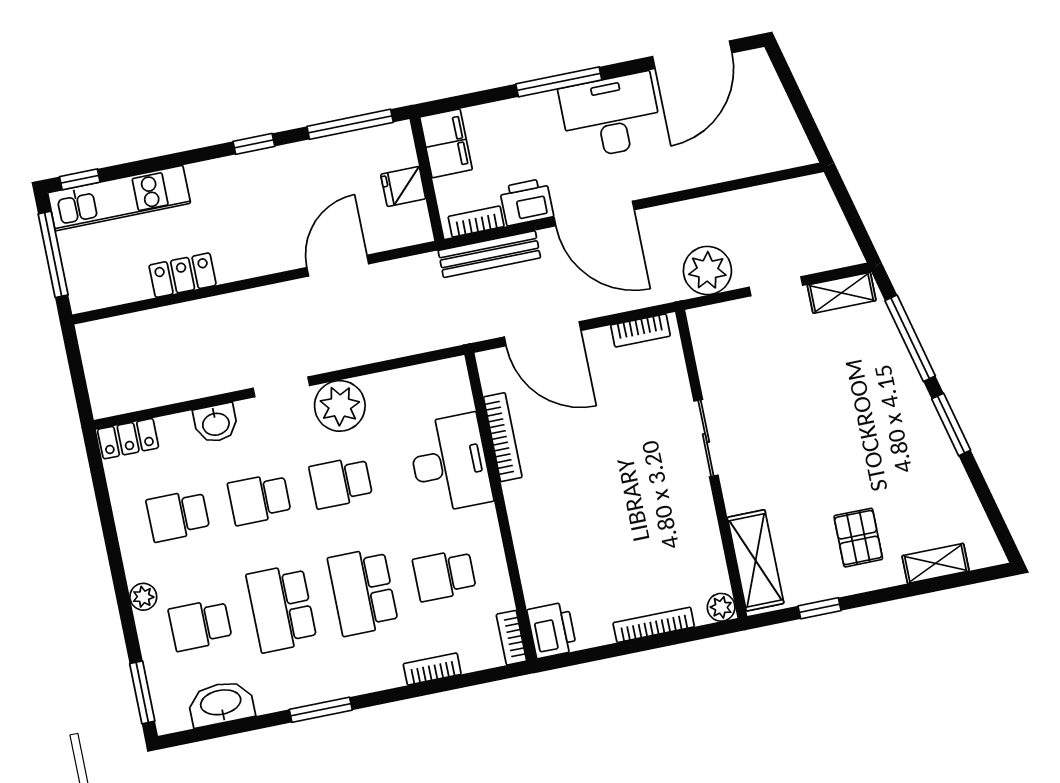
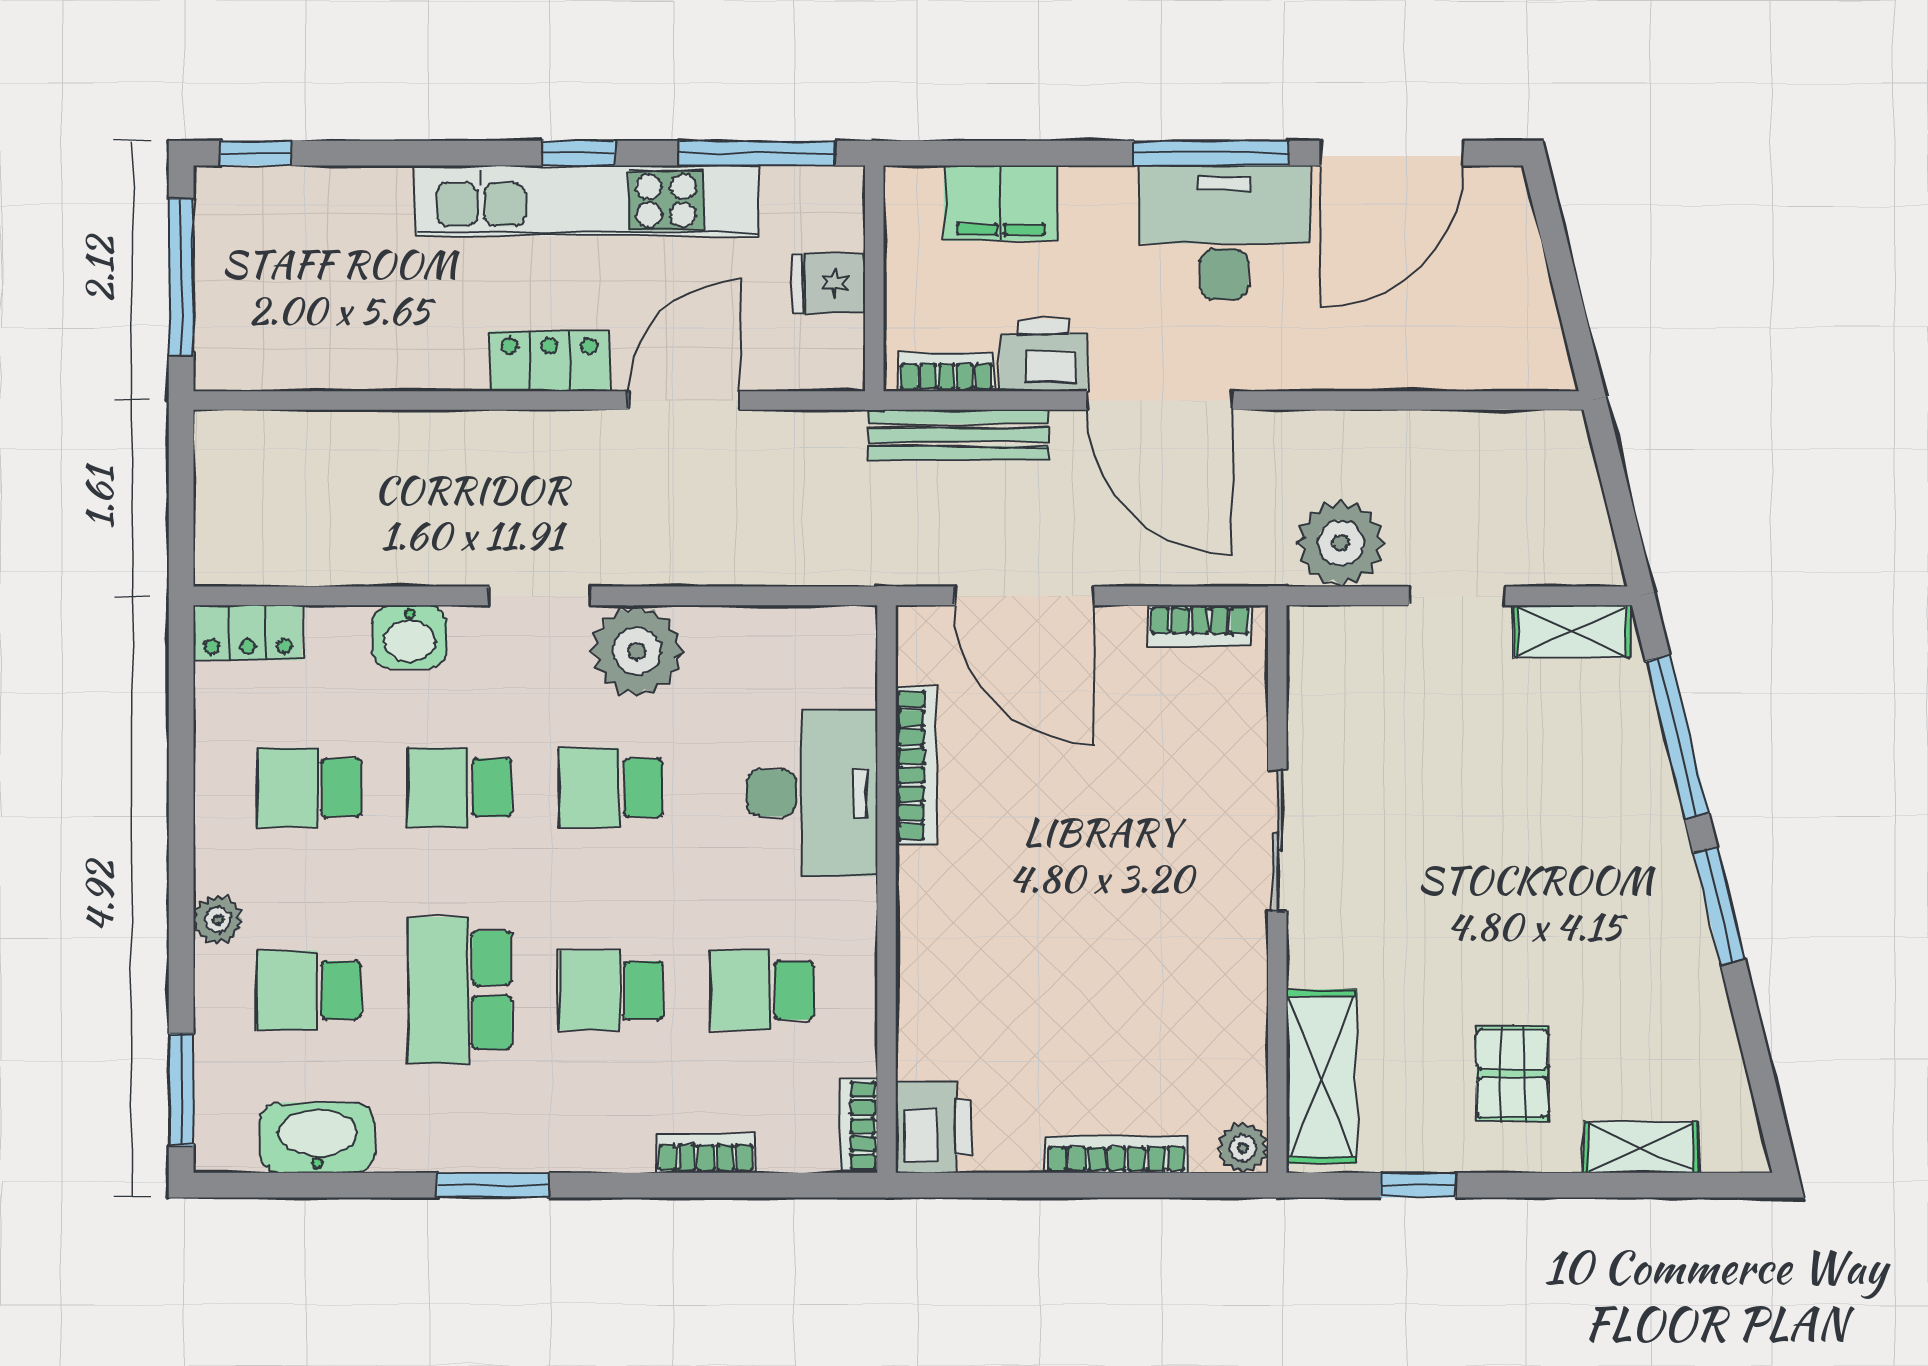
window: (559, 82) -> (1211, 153), moved
filing cabinet: (446, 143) -> (1000, 203), moved, turned 90
kitchen unit: (119, 198) -> (587, 201), moved, width x1.36
locker: (183, 275) -> (549, 361), moved
school desk: (363, 592) -> (611, 990), width x0.54

